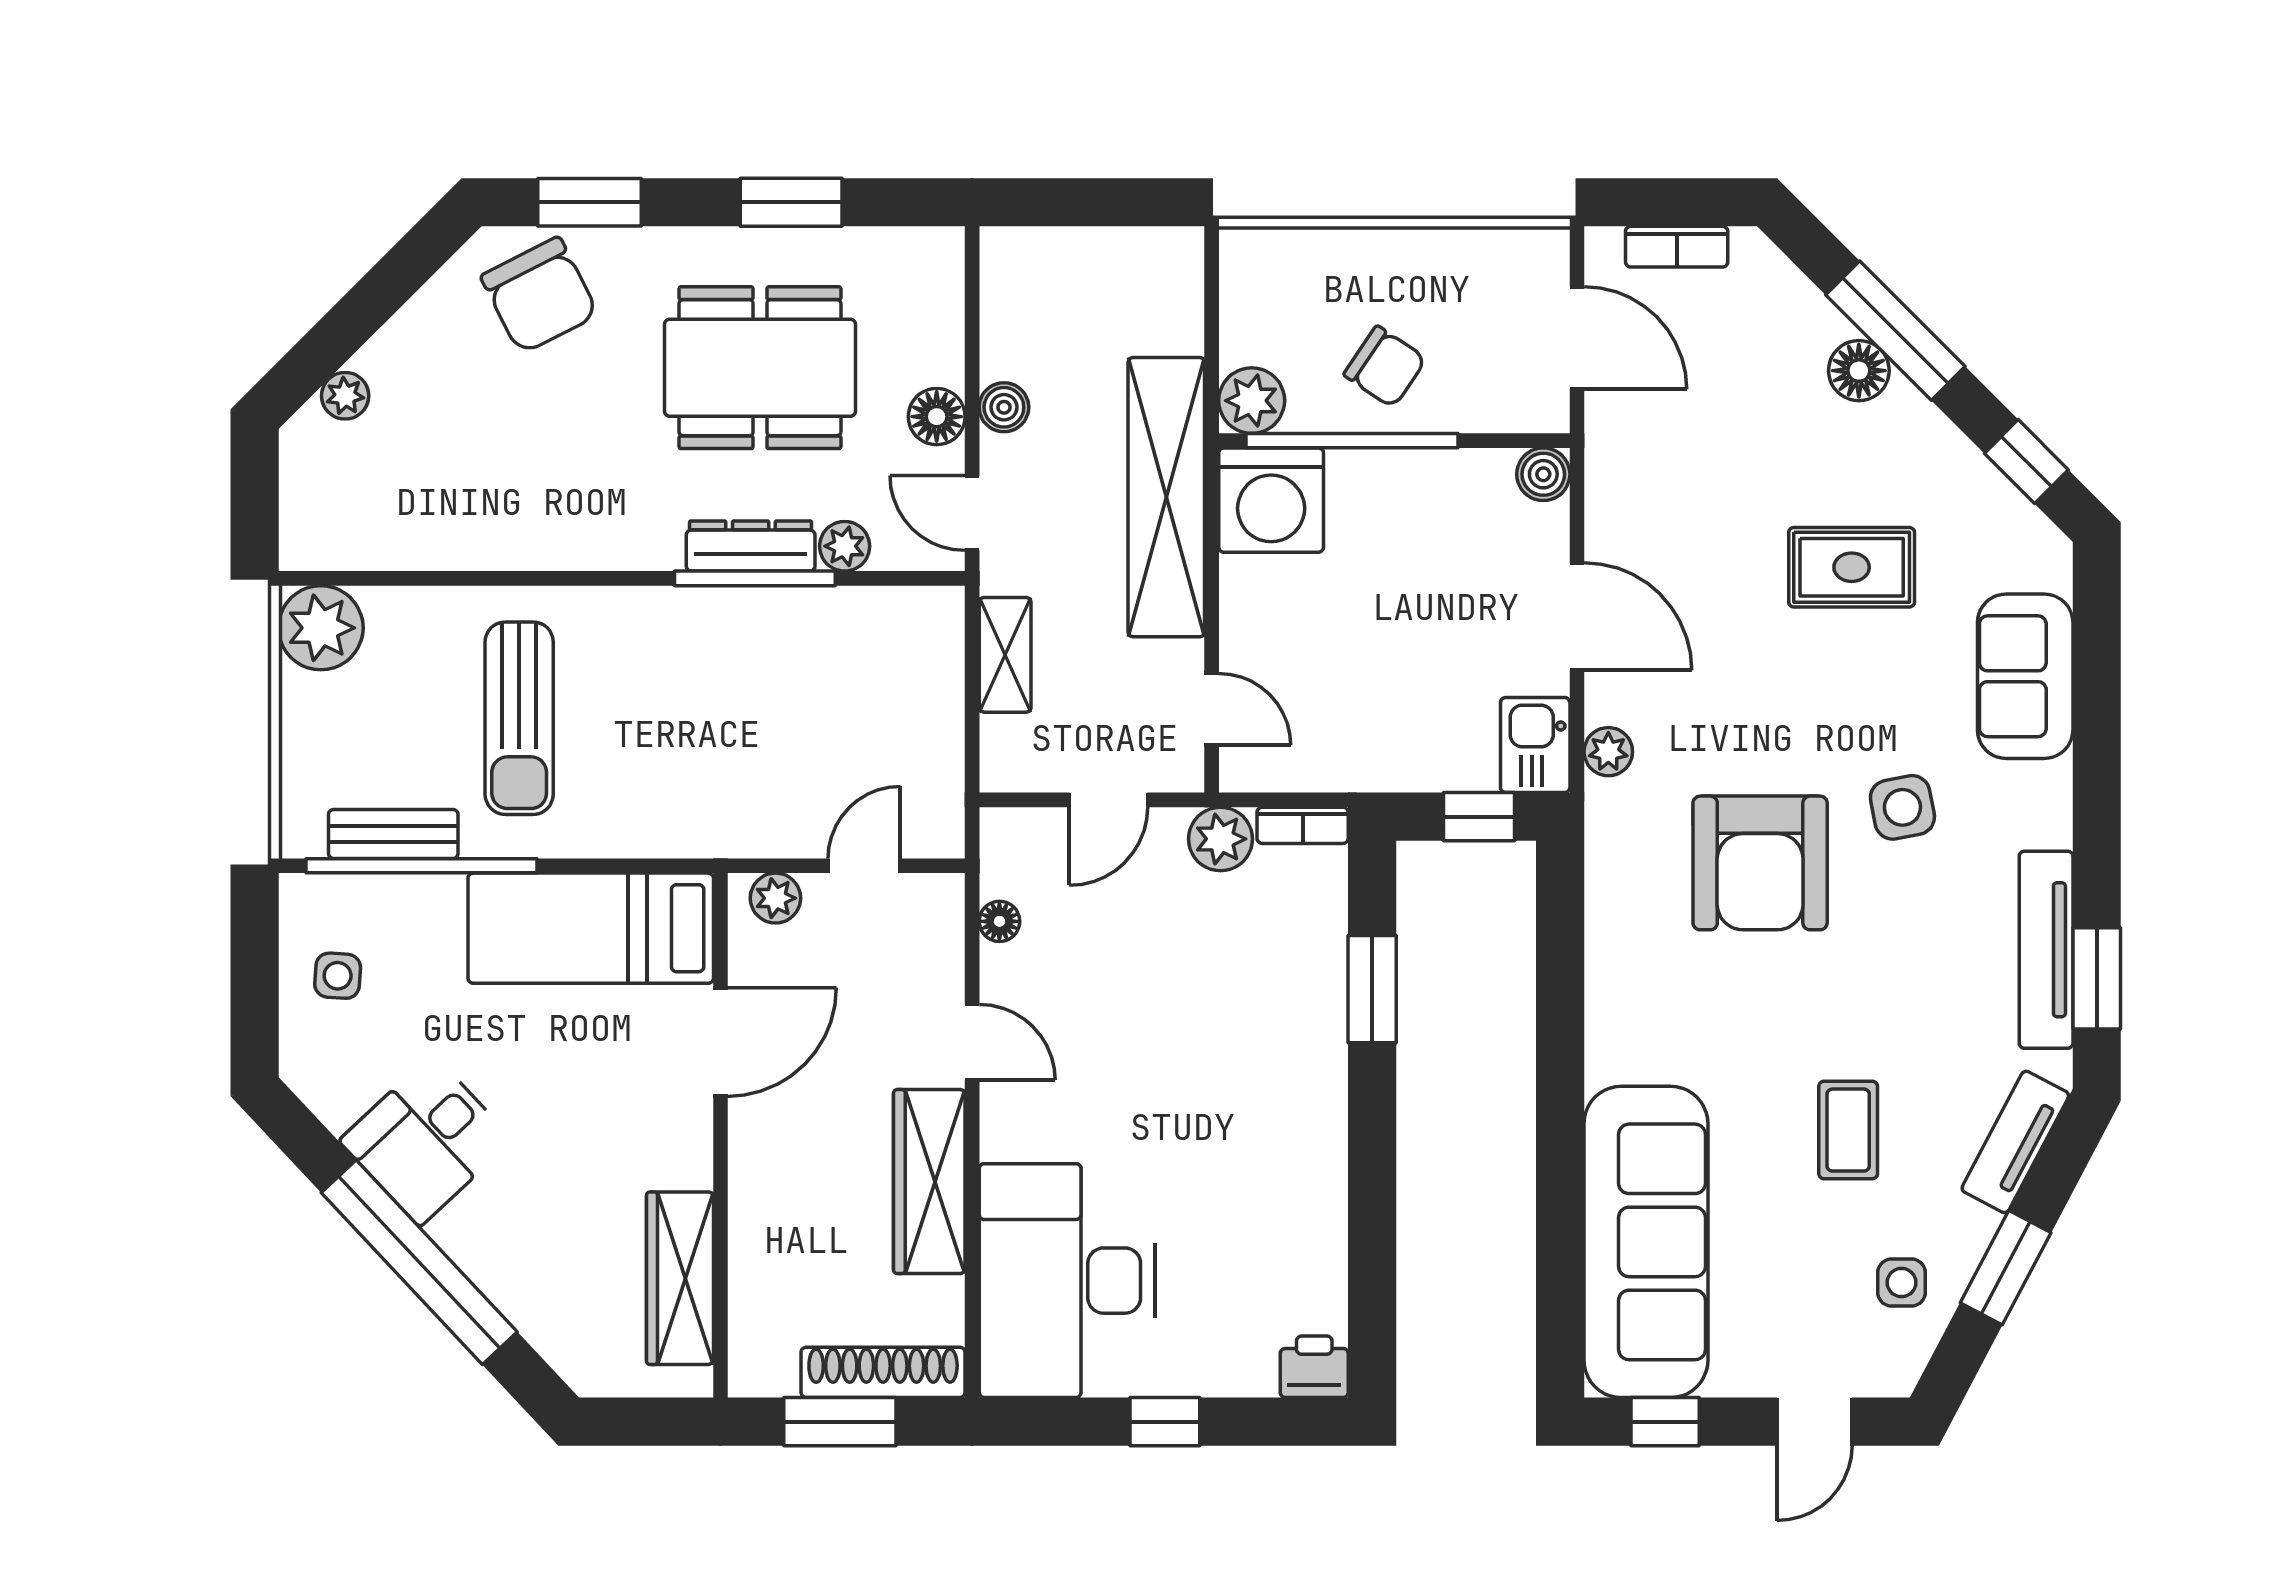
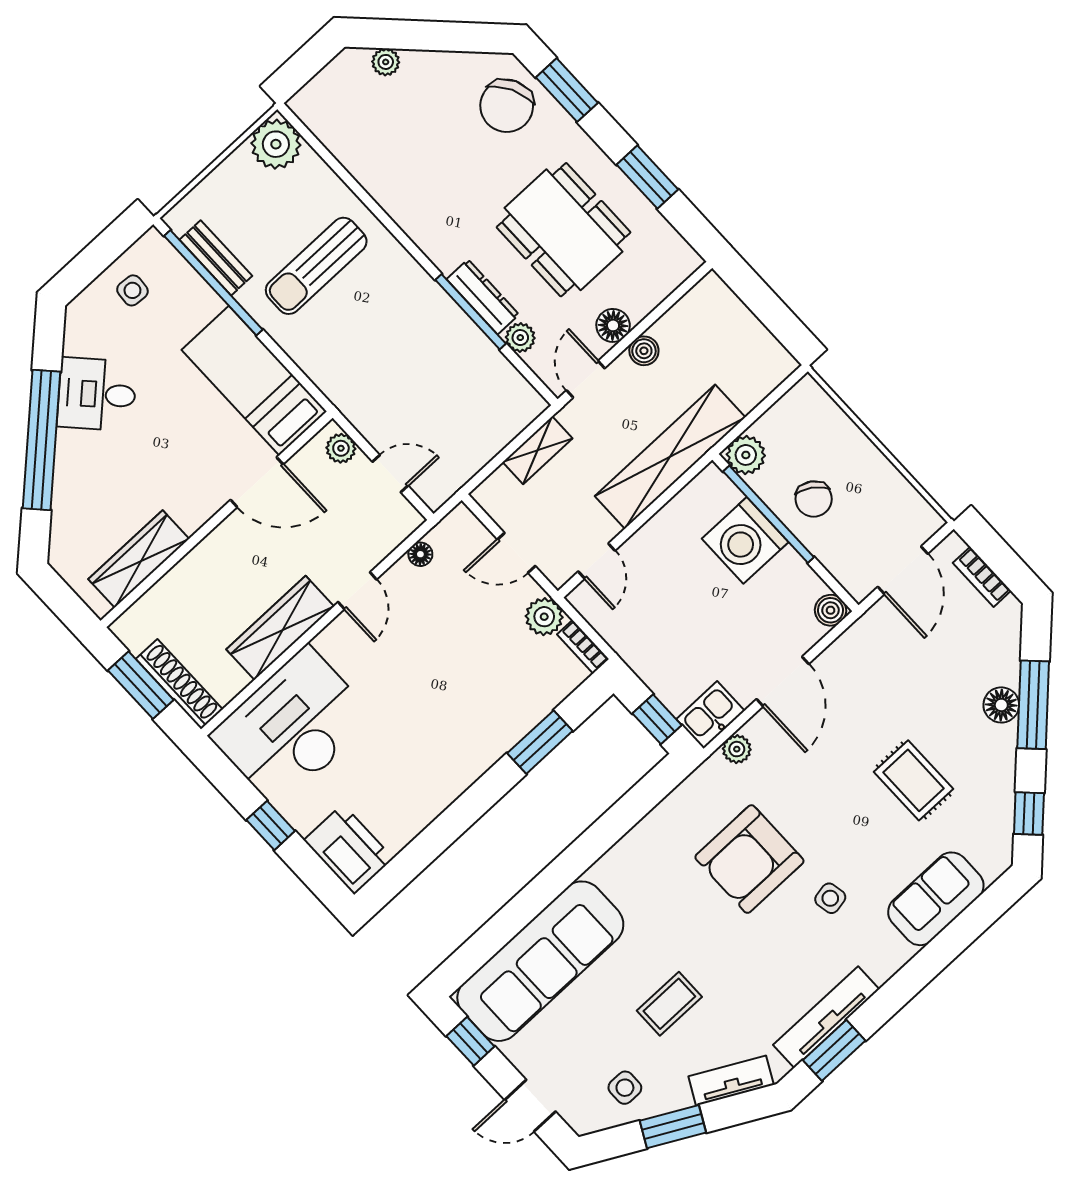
washing machine: (1271, 500) -> (745, 540), moved
side table: (1902, 807) -> (830, 898), width x0.73, depth x0.73
printer: (1314, 1367) -> (349, 849), width x1.87, depth x1.48

